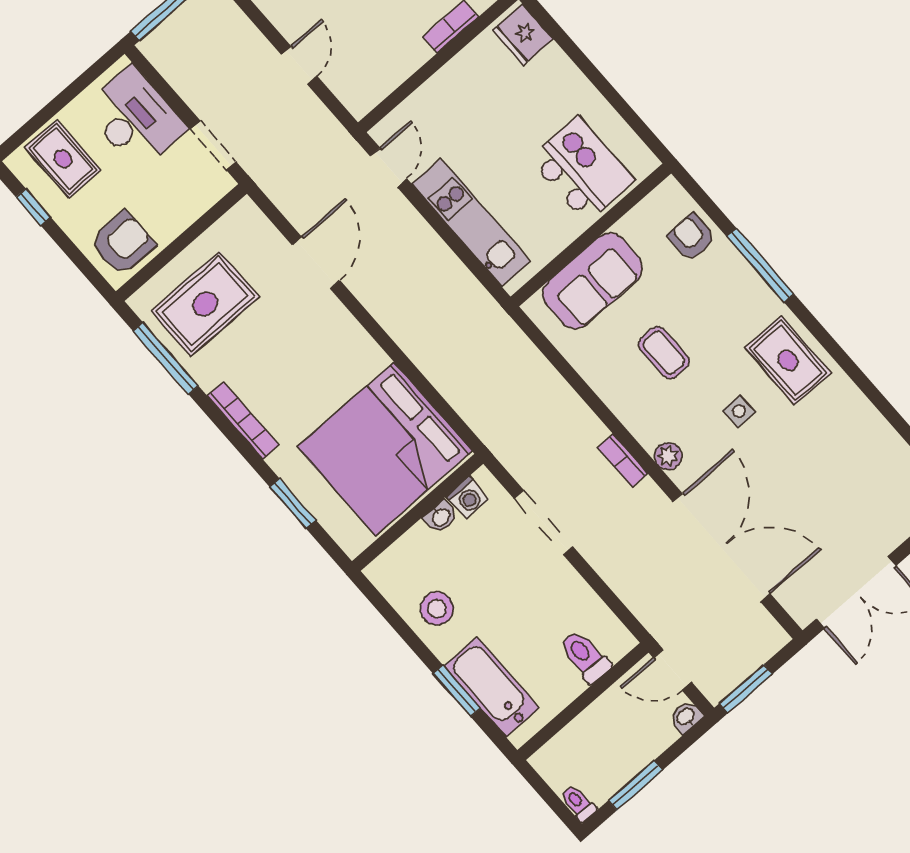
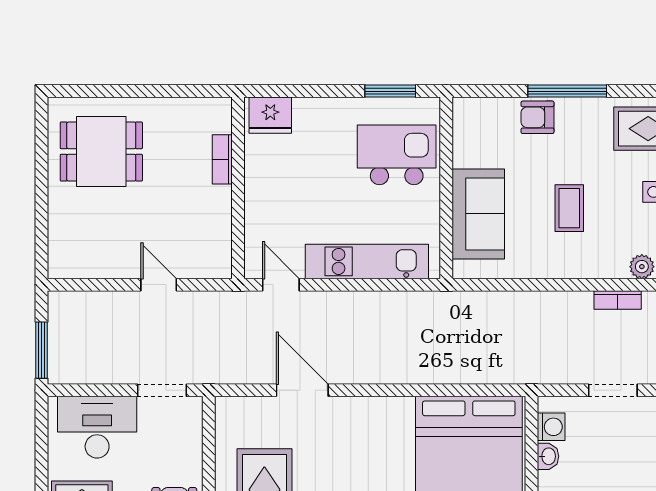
window: (631, 117) -> (390, 91), added
armchair: (692, 237) -> (537, 117), moved
coffee table: (664, 353) -> (569, 208), turned 90
doorway: (543, 523) -> (613, 390), width x0.73

